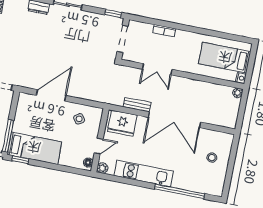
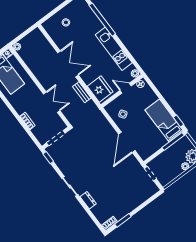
door: (51, 95) -> (127, 142), hinge flipped
double door: (174, 120) -> (68, 64), width x0.73

